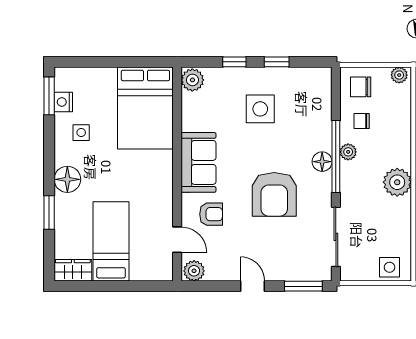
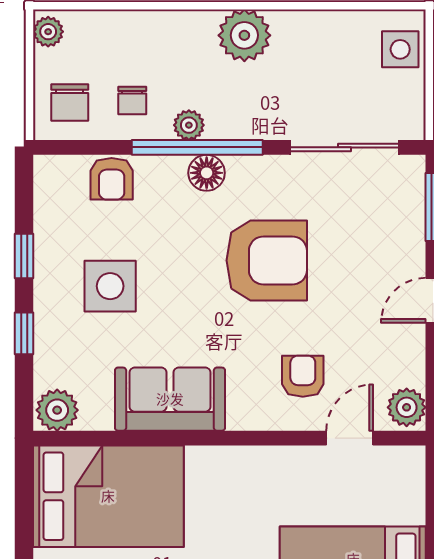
armchair: (319, 110) -> (112, 179), added
sofa: (198, 162) -> (170, 399), moved

